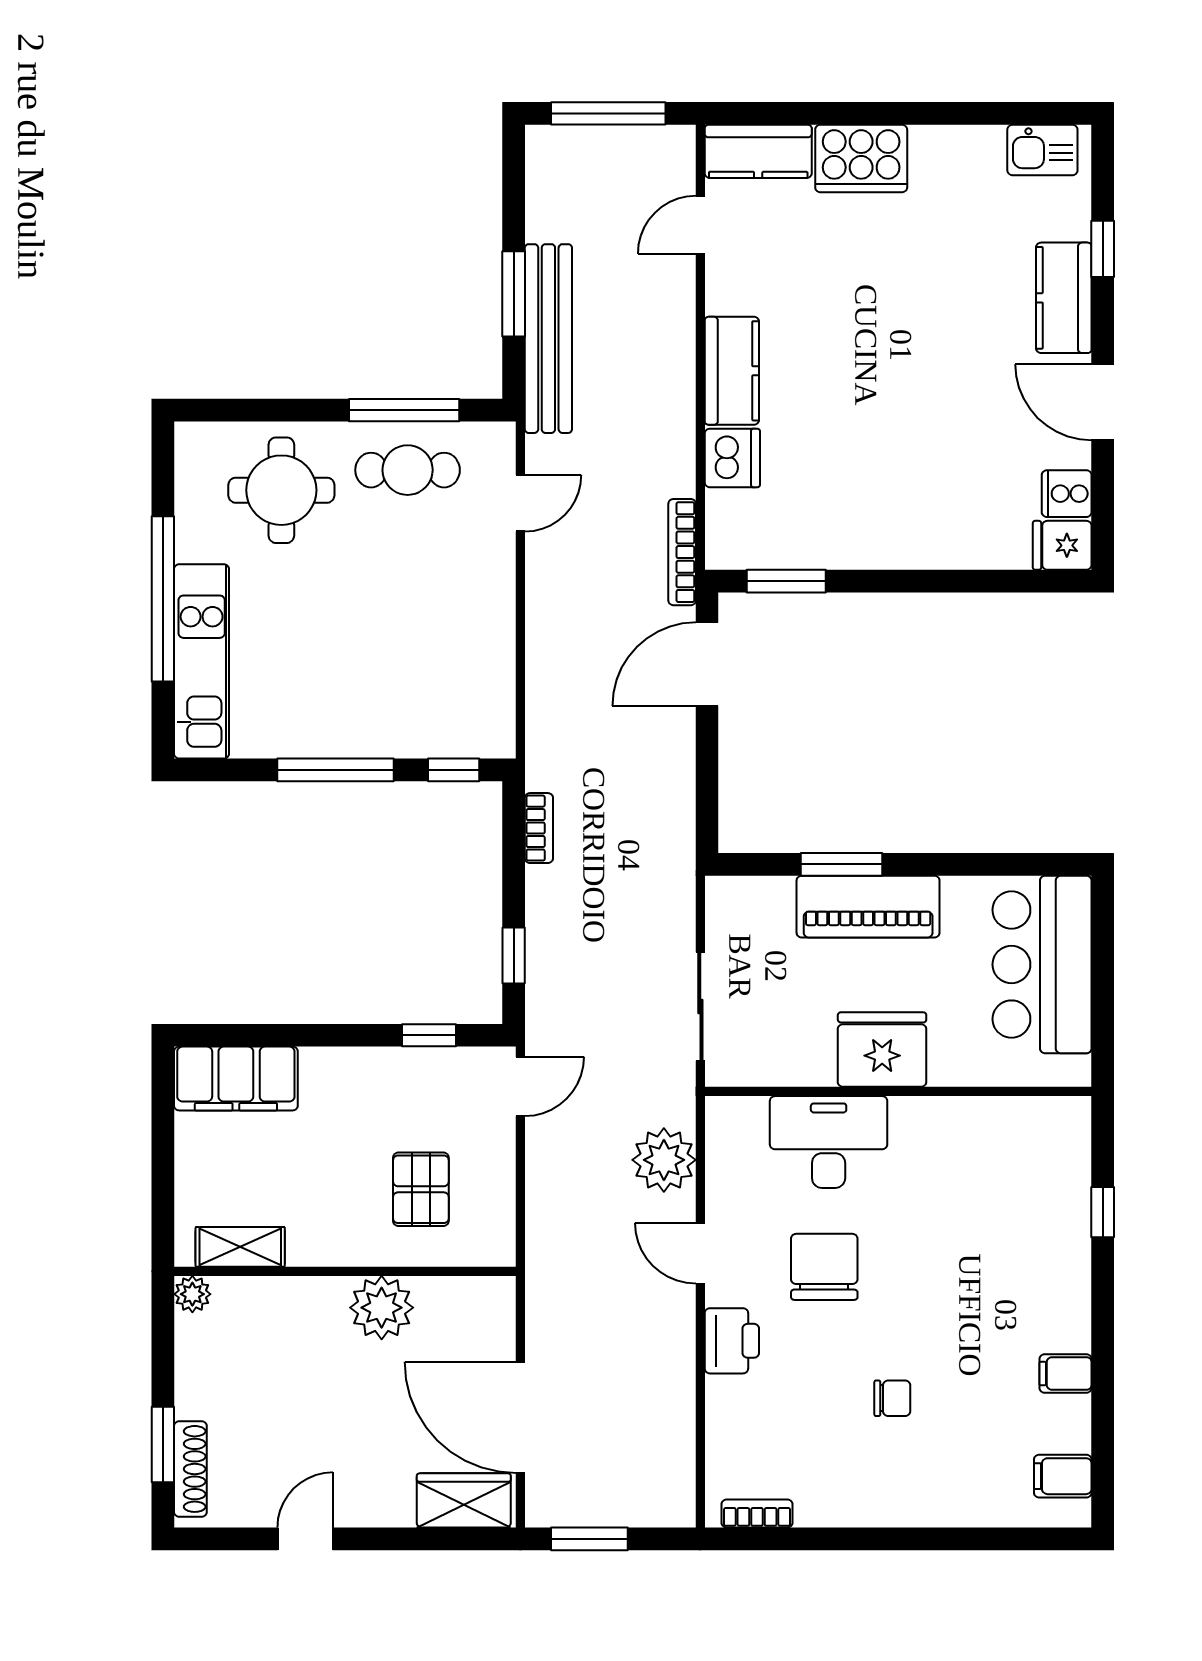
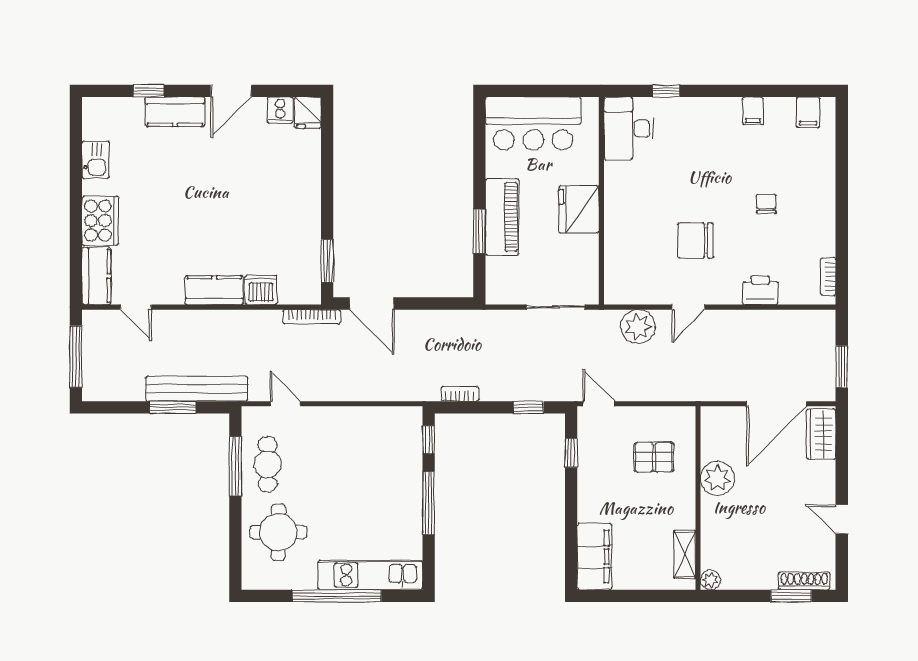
kitchen sink: (1042, 150) -> (96, 160), moved
desk: (829, 1142) -> (629, 128), moved
printer: (732, 1341) -> (760, 290), moved

